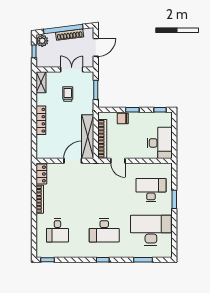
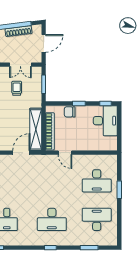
double door: (72, 69) -> (20, 65), swing flipped
desk: (160, 143) -> (105, 121), moved
desk: (151, 190) -> (97, 181), turned 180
desk: (151, 230) -> (97, 219), width x0.73, depth x0.77

